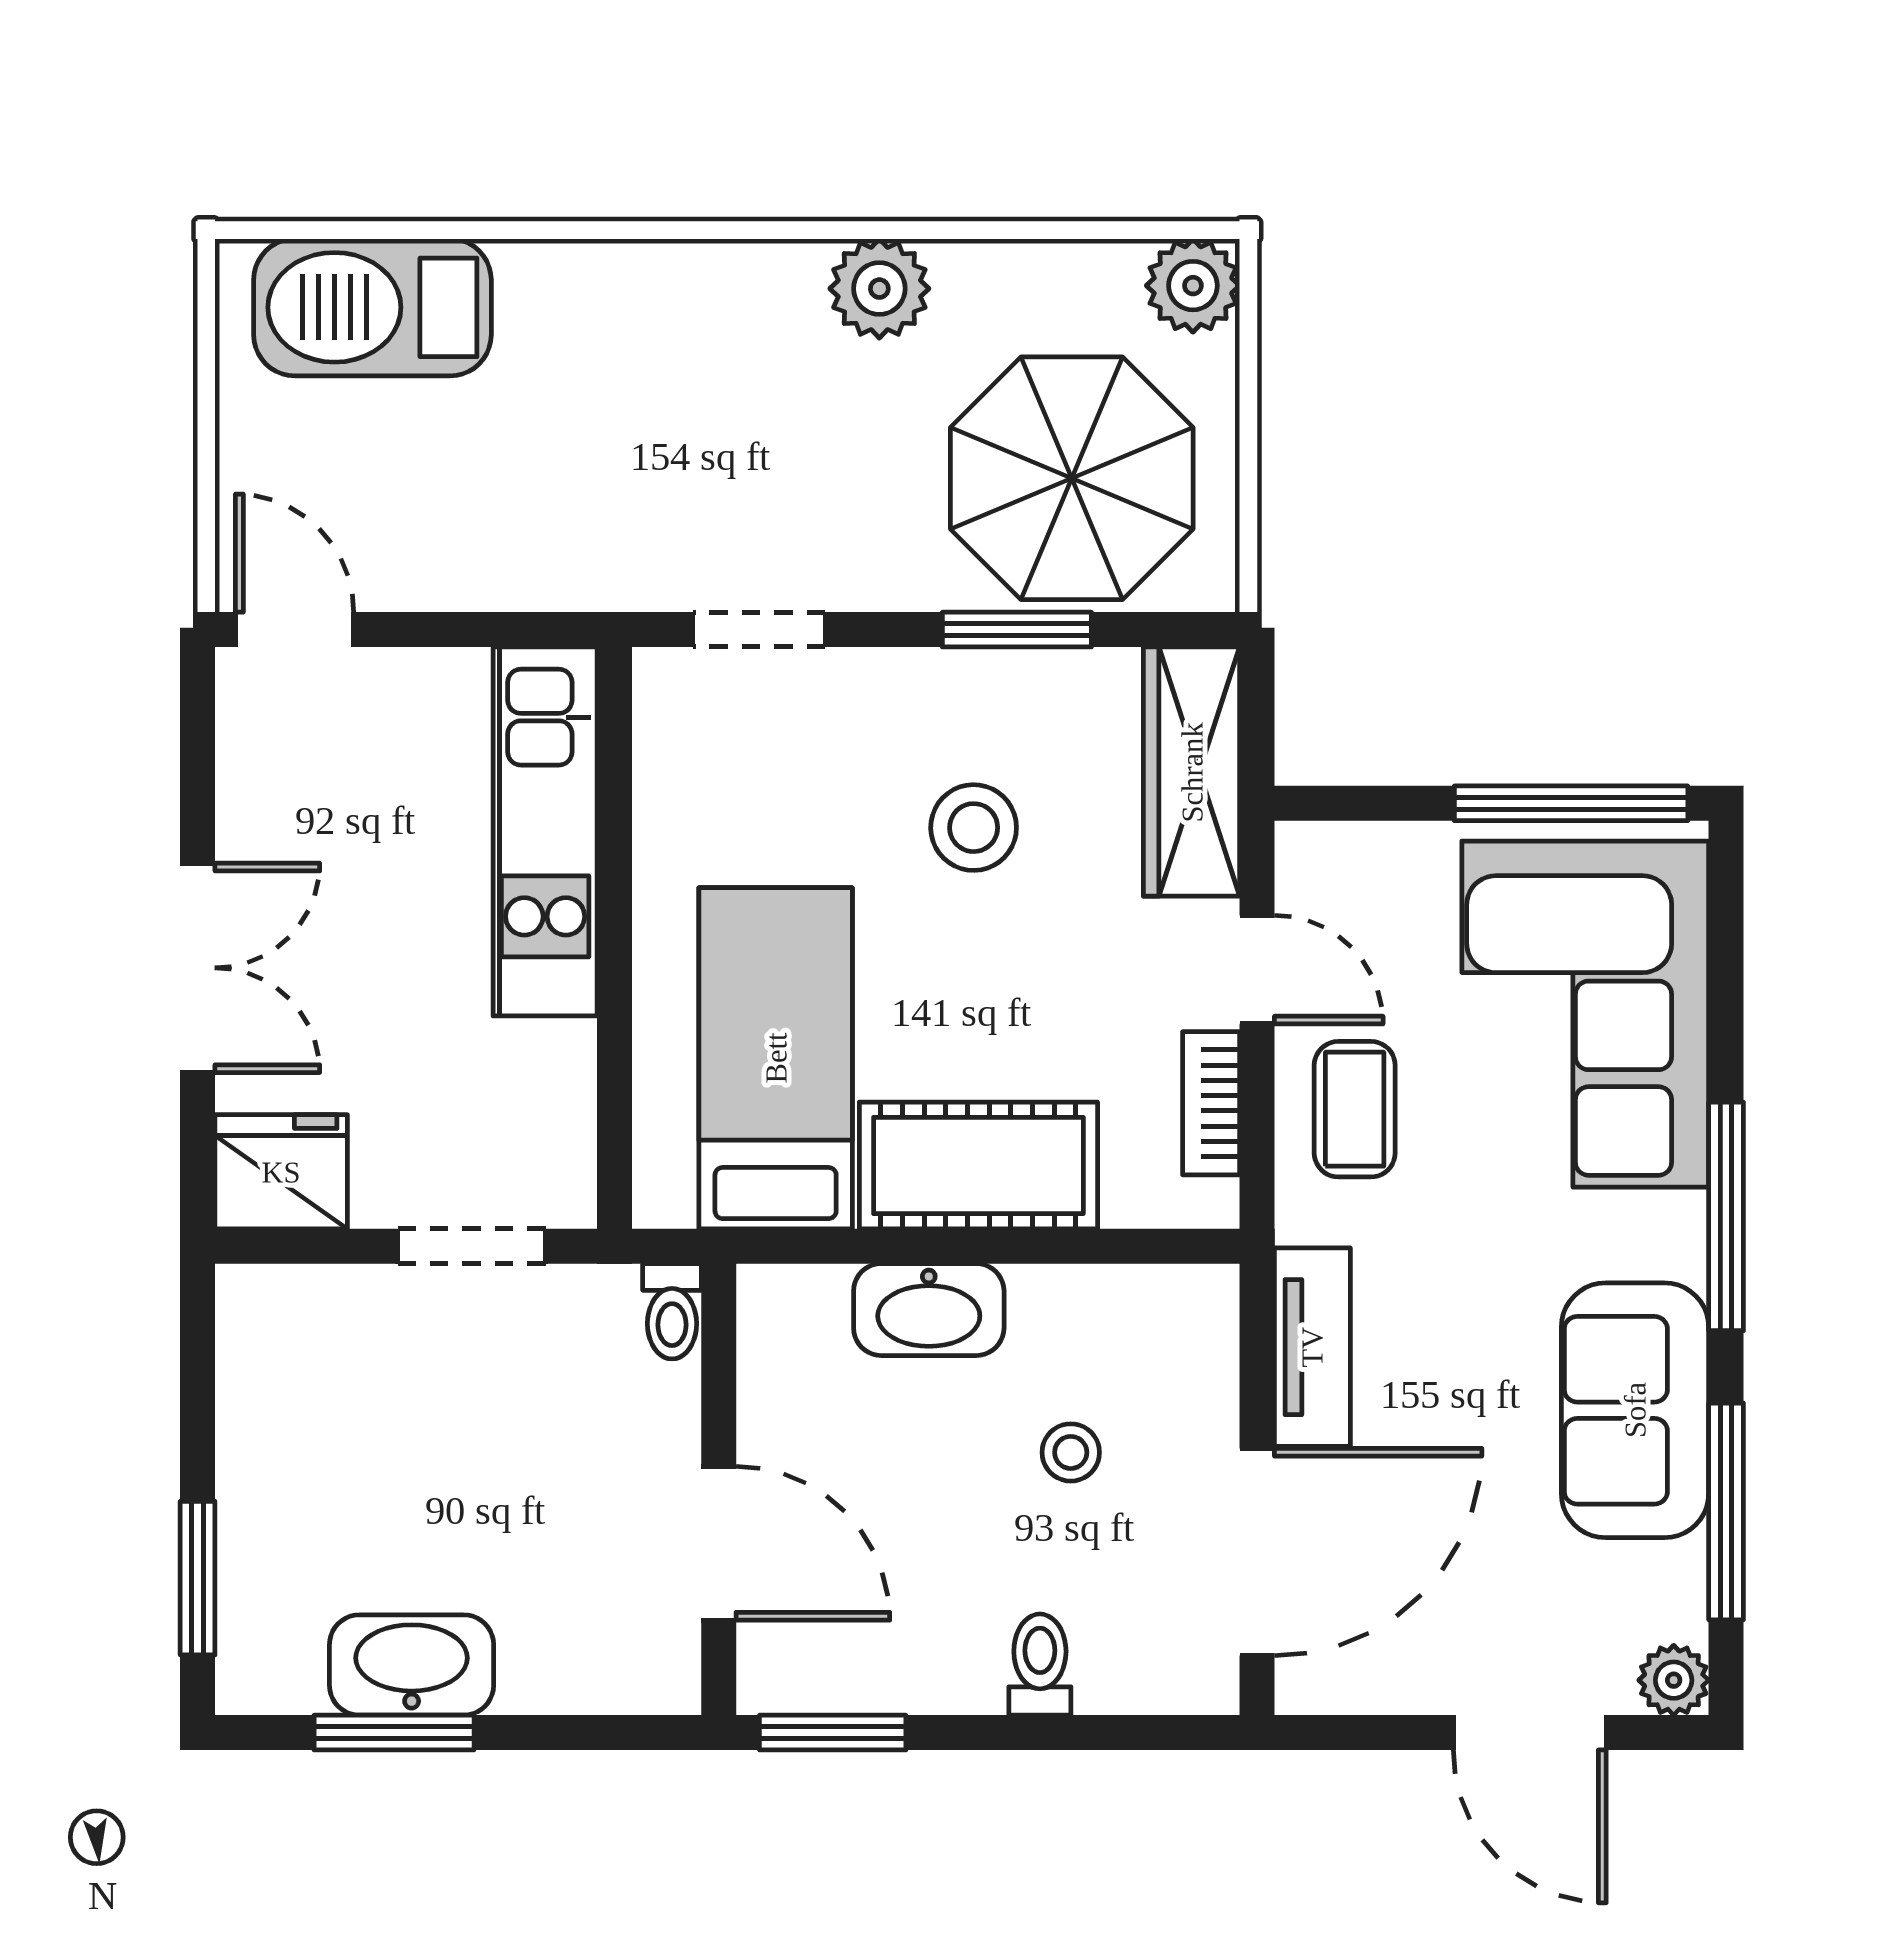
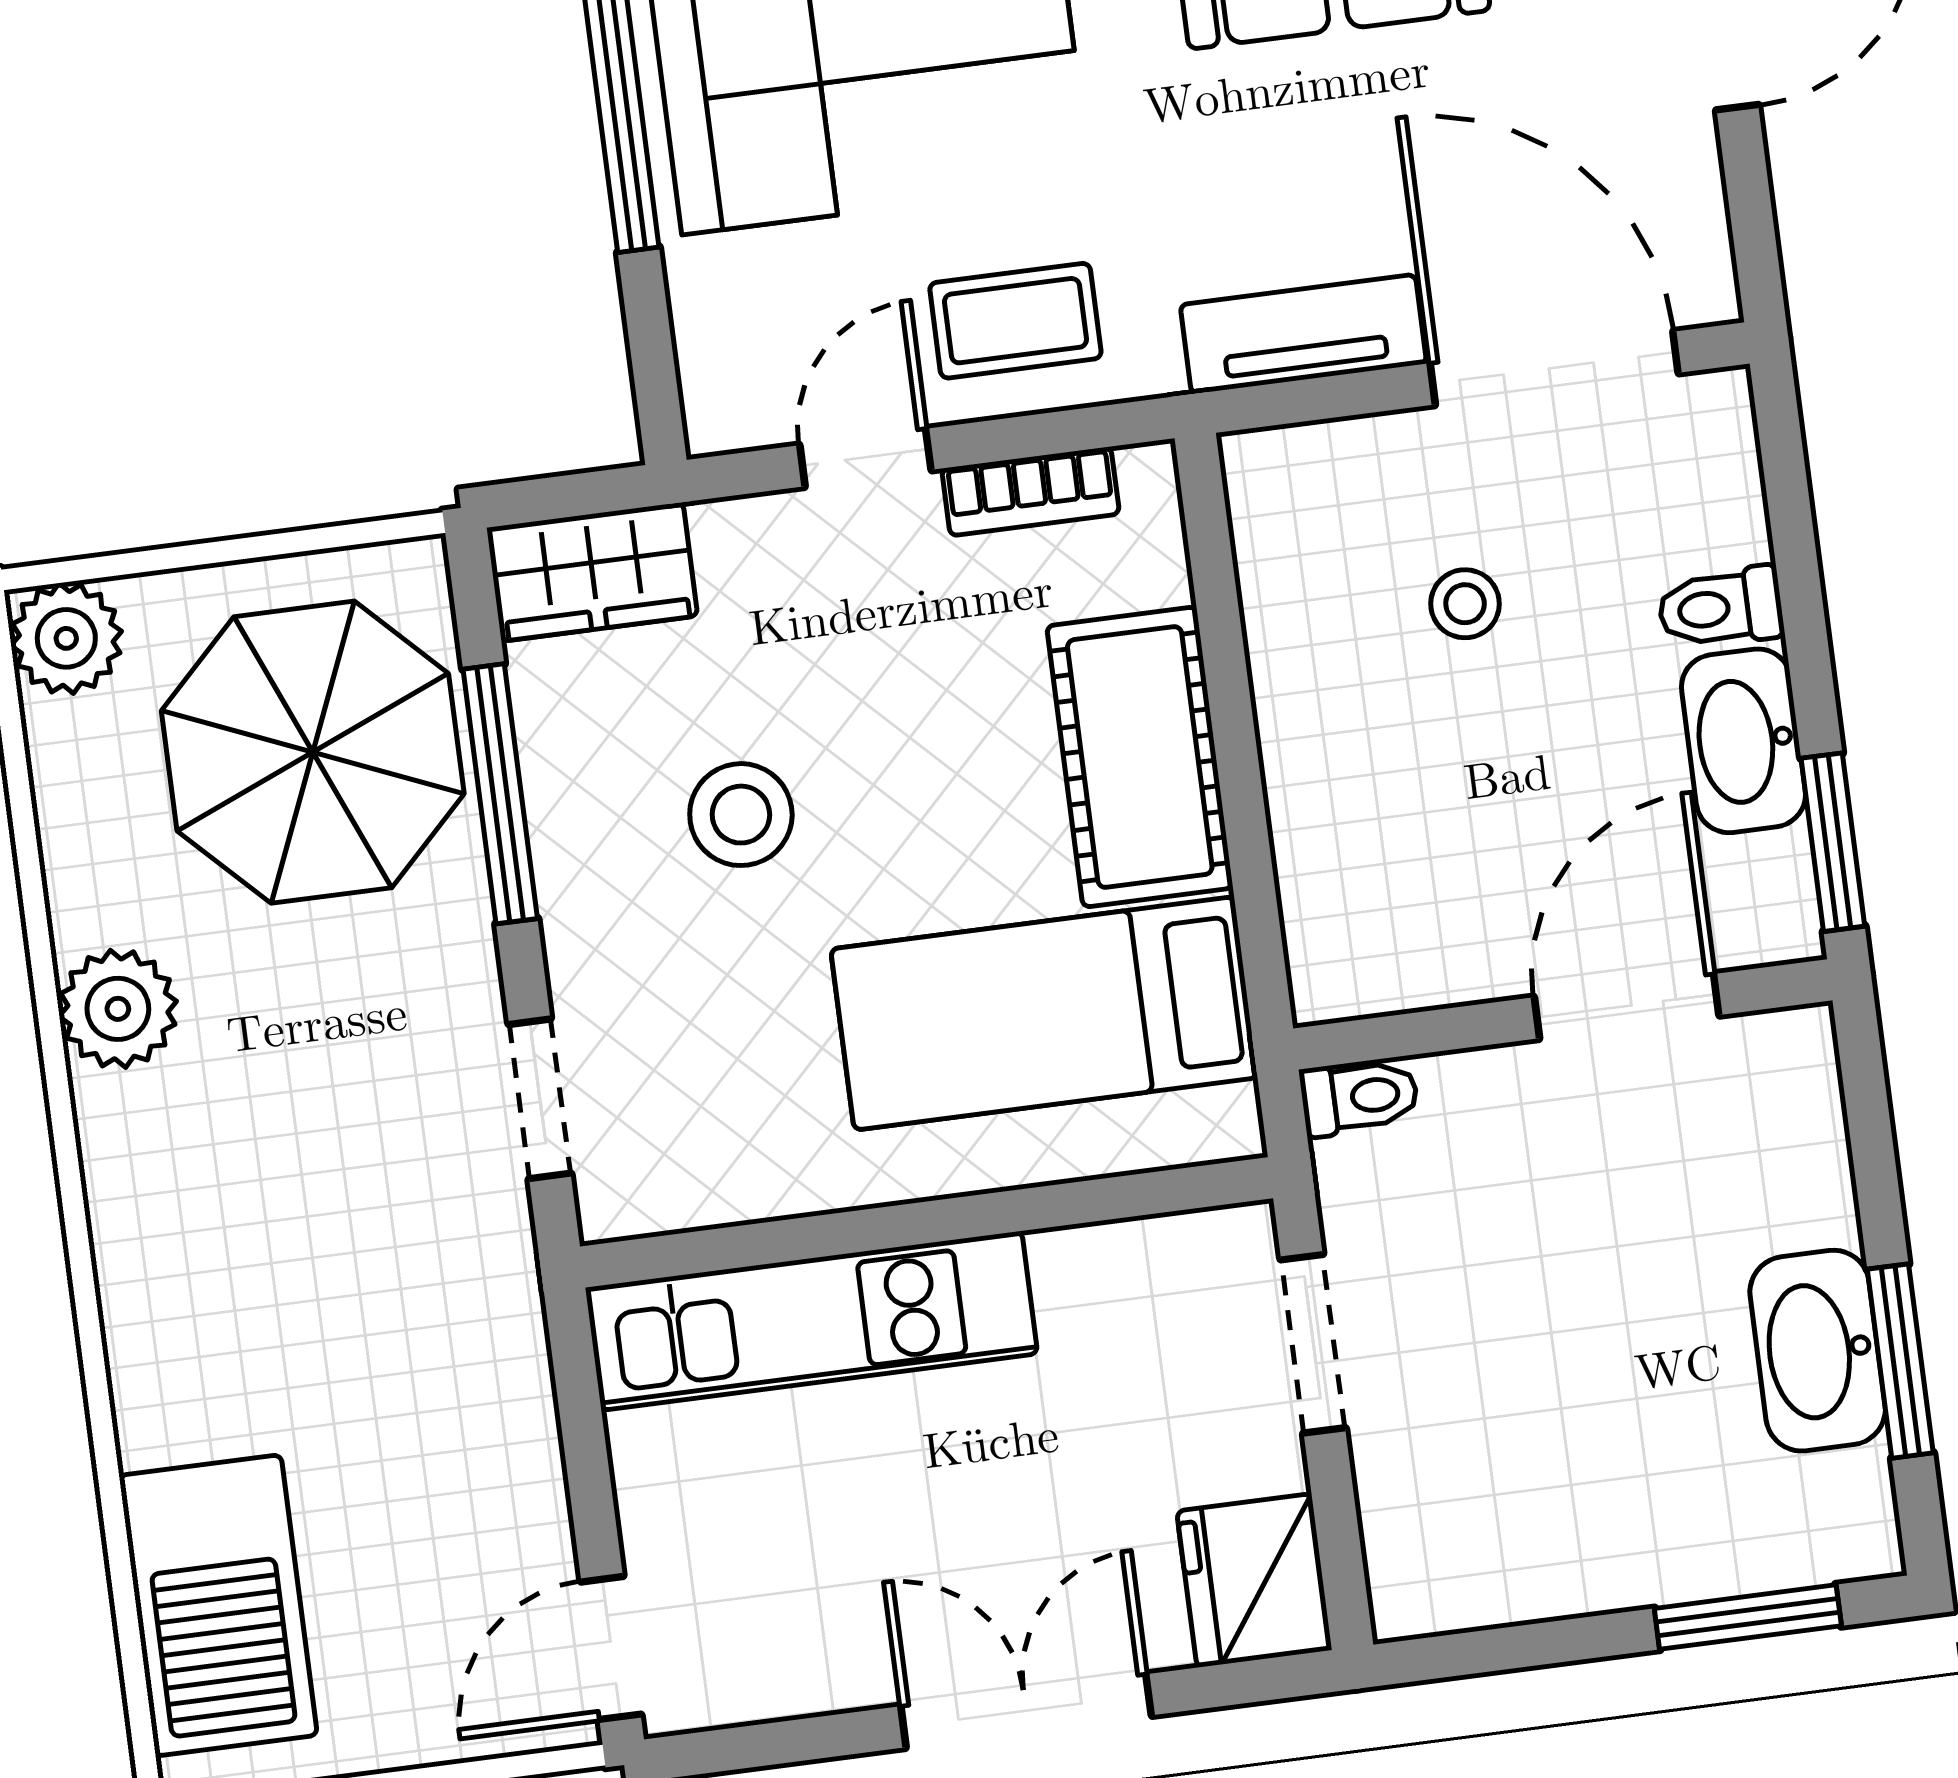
window: (1017, 630) -> (500, 794), width x1.44
wardrobe: (1192, 772) -> (592, 572), width x0.67
washbasin: (929, 1310) -> (1744, 741), moved, turned 180

